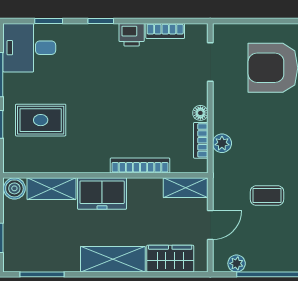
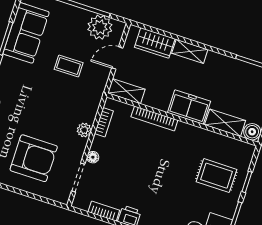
floor lamp: (200, 113) -> (93, 157), moved
plant: (222, 143) -> (84, 130), moved
shelving: (113, 259) -> (190, 51), width x0.67, depth x0.75
plant: (237, 263) -> (100, 27), width x1.87, depth x1.87

